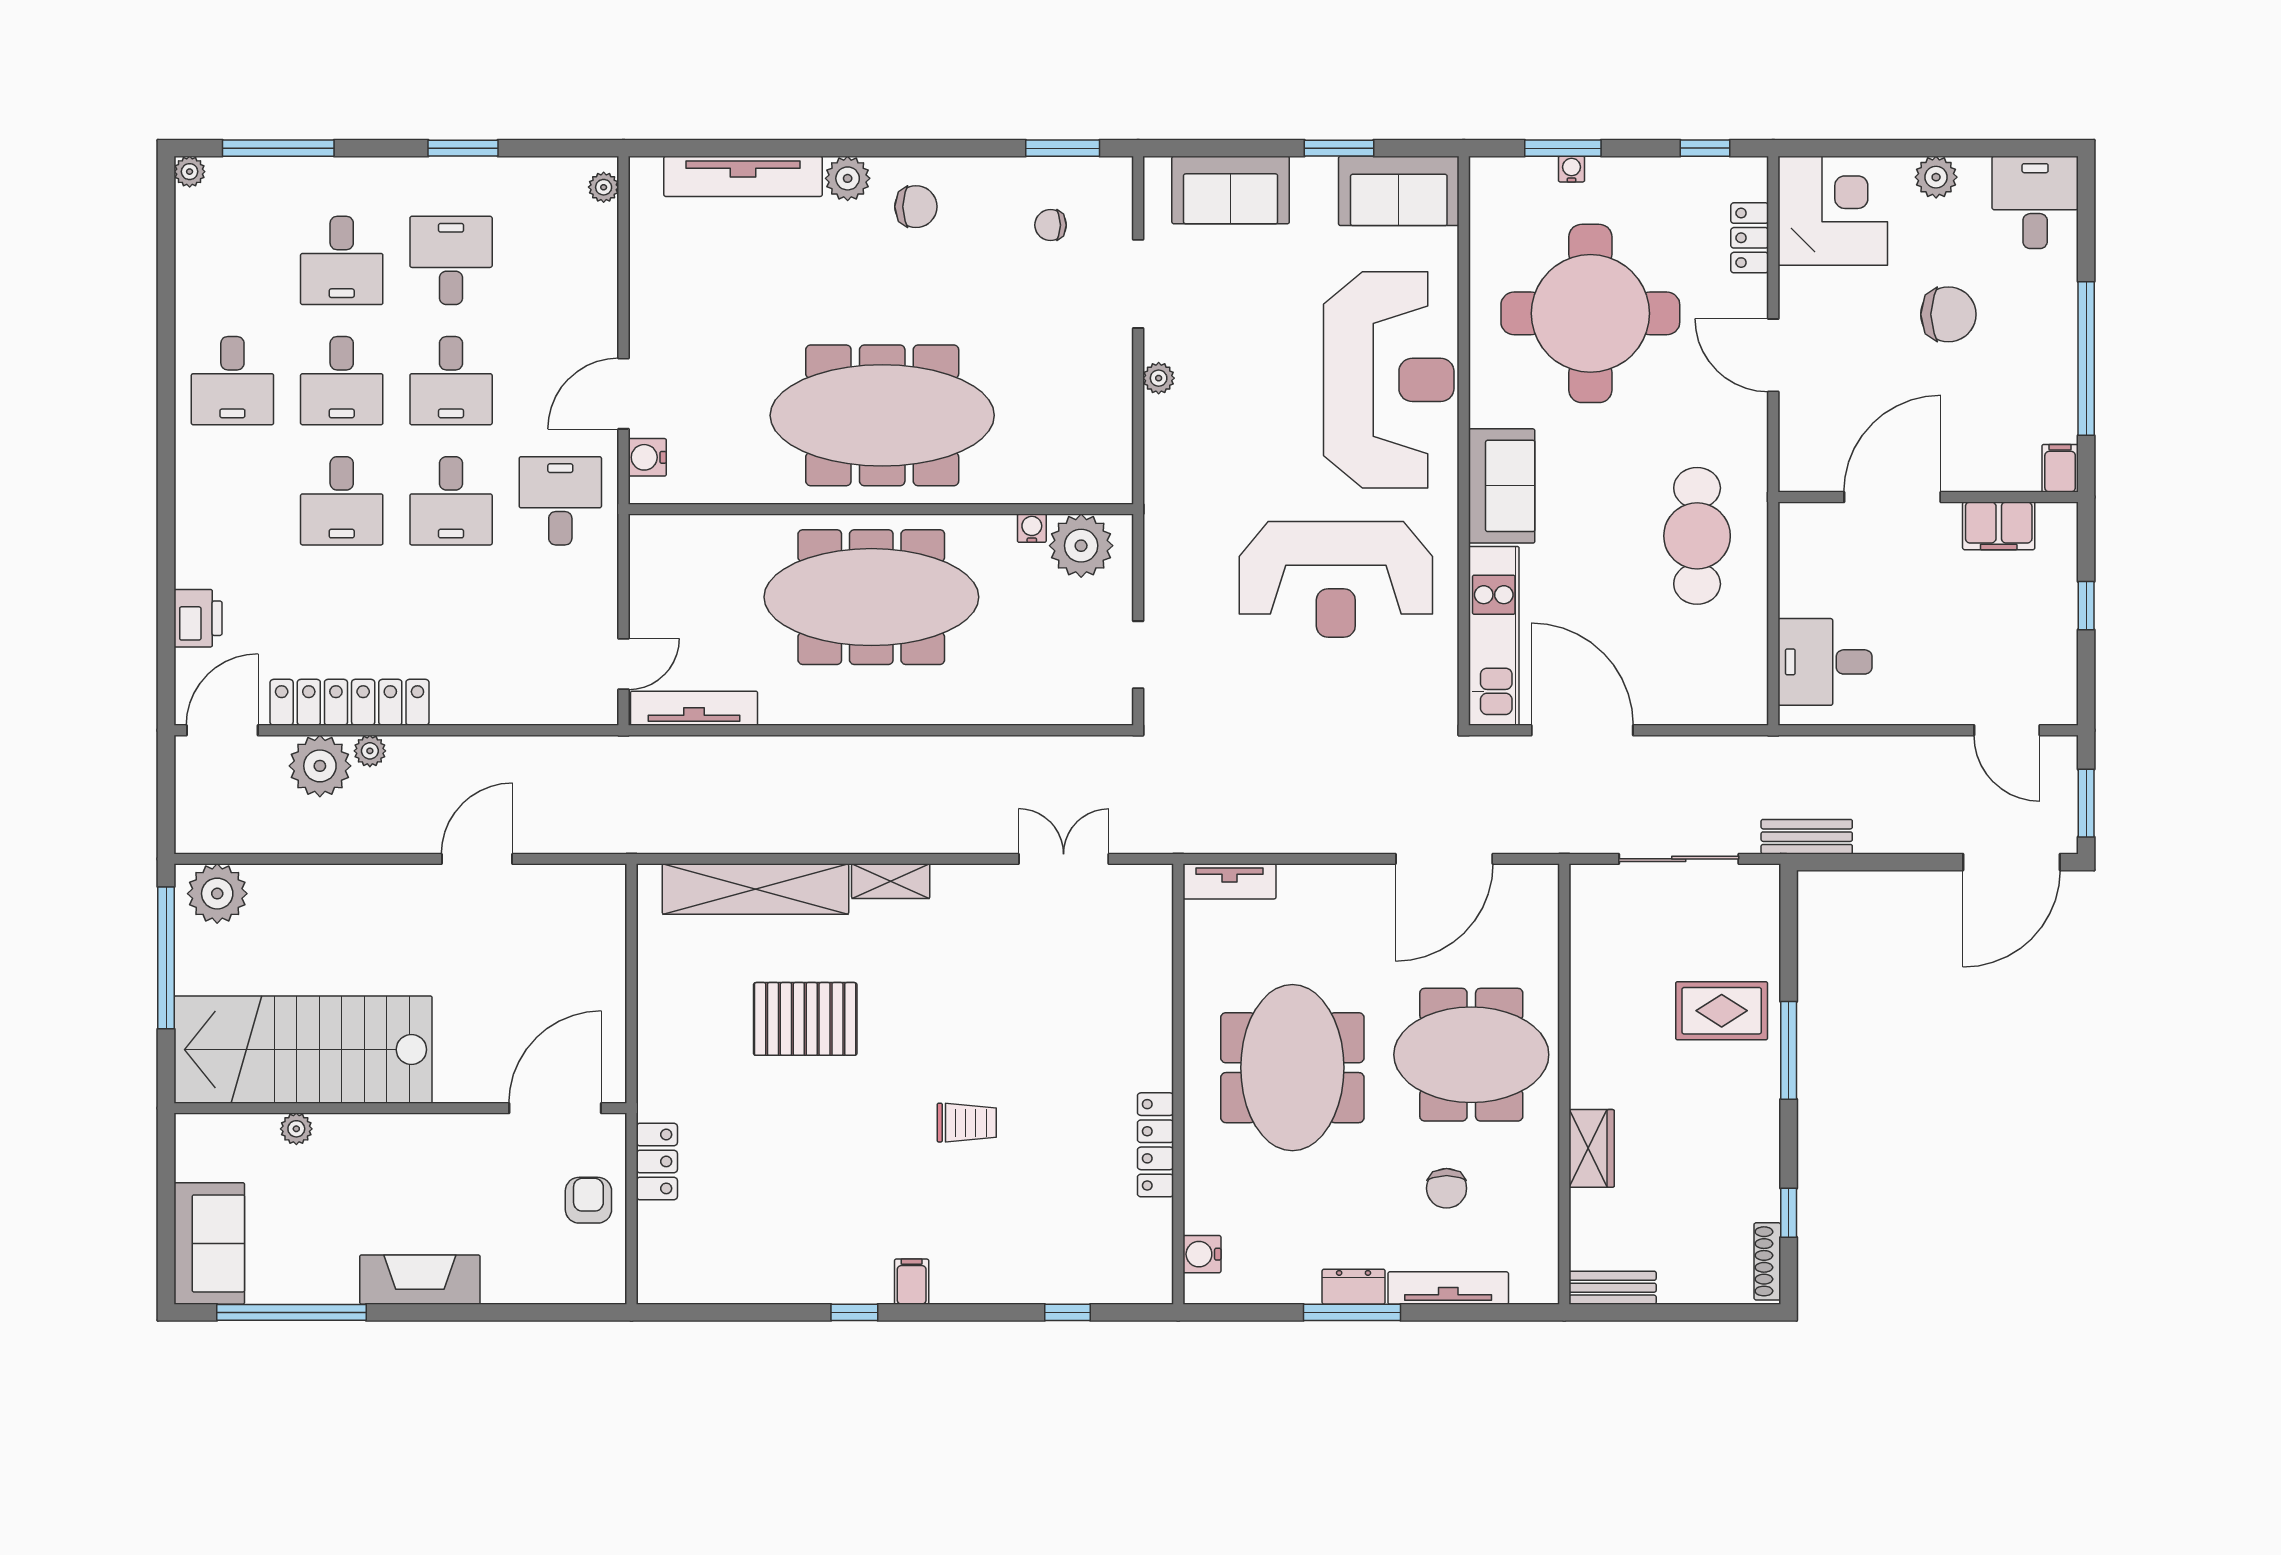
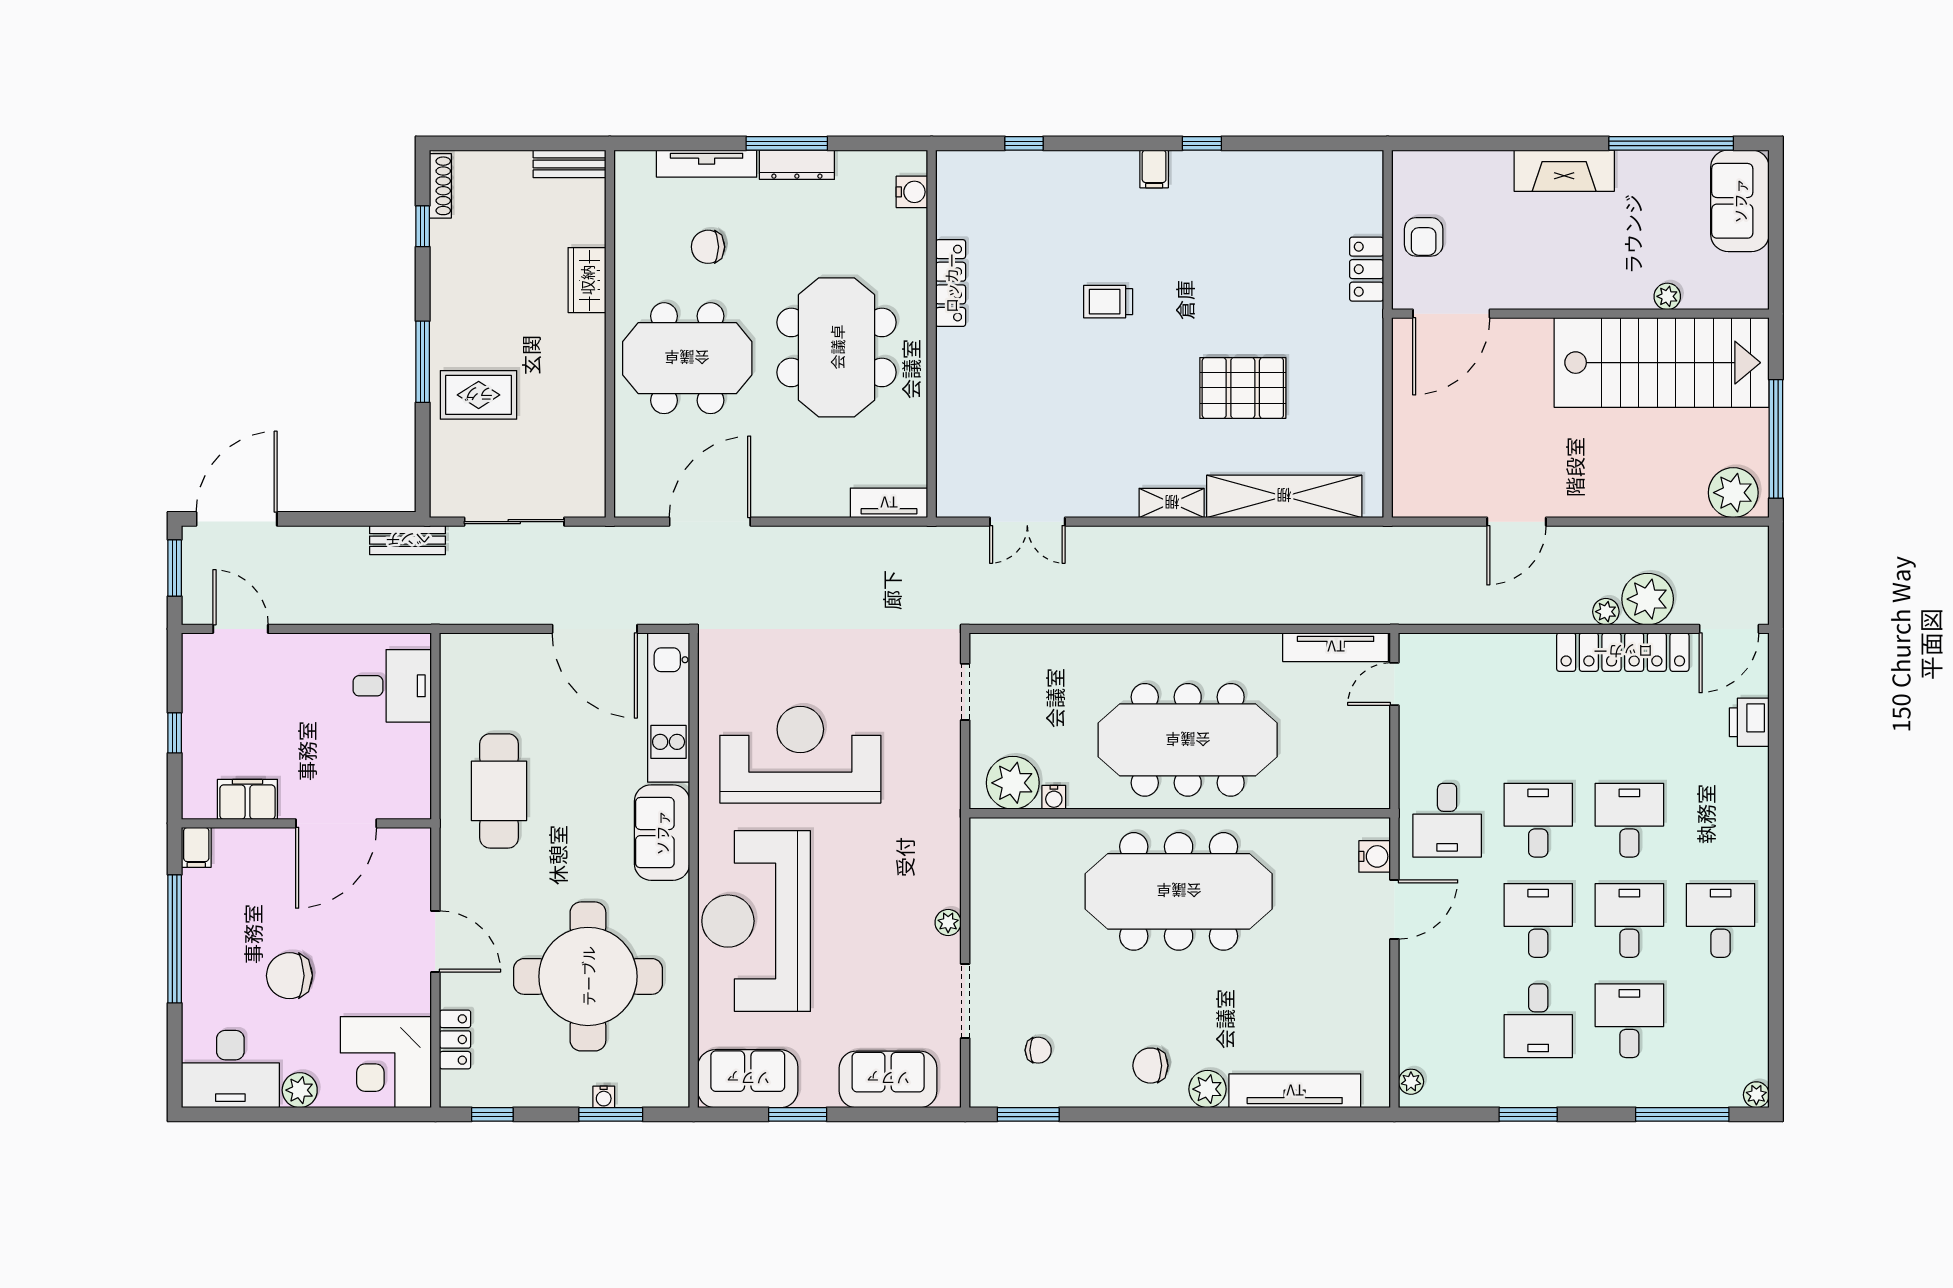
desk: (2035, 202) -> (230, 1069), width x1.37
chair: (1447, 1188) -> (708, 247), turned -90
dresser: (1354, 1287) -> (797, 165), width x1.44

